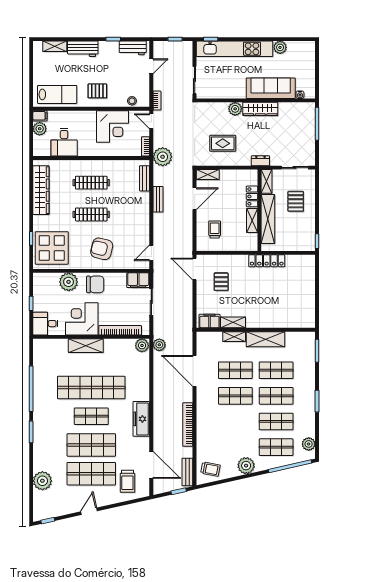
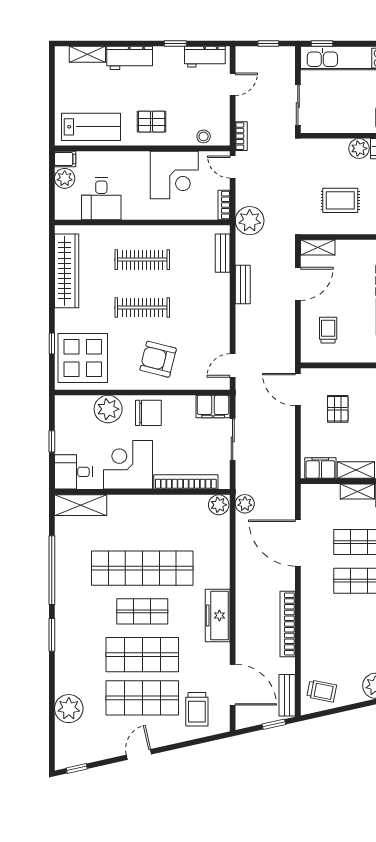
shelving: (86, 346) -> (81, 505), moved

